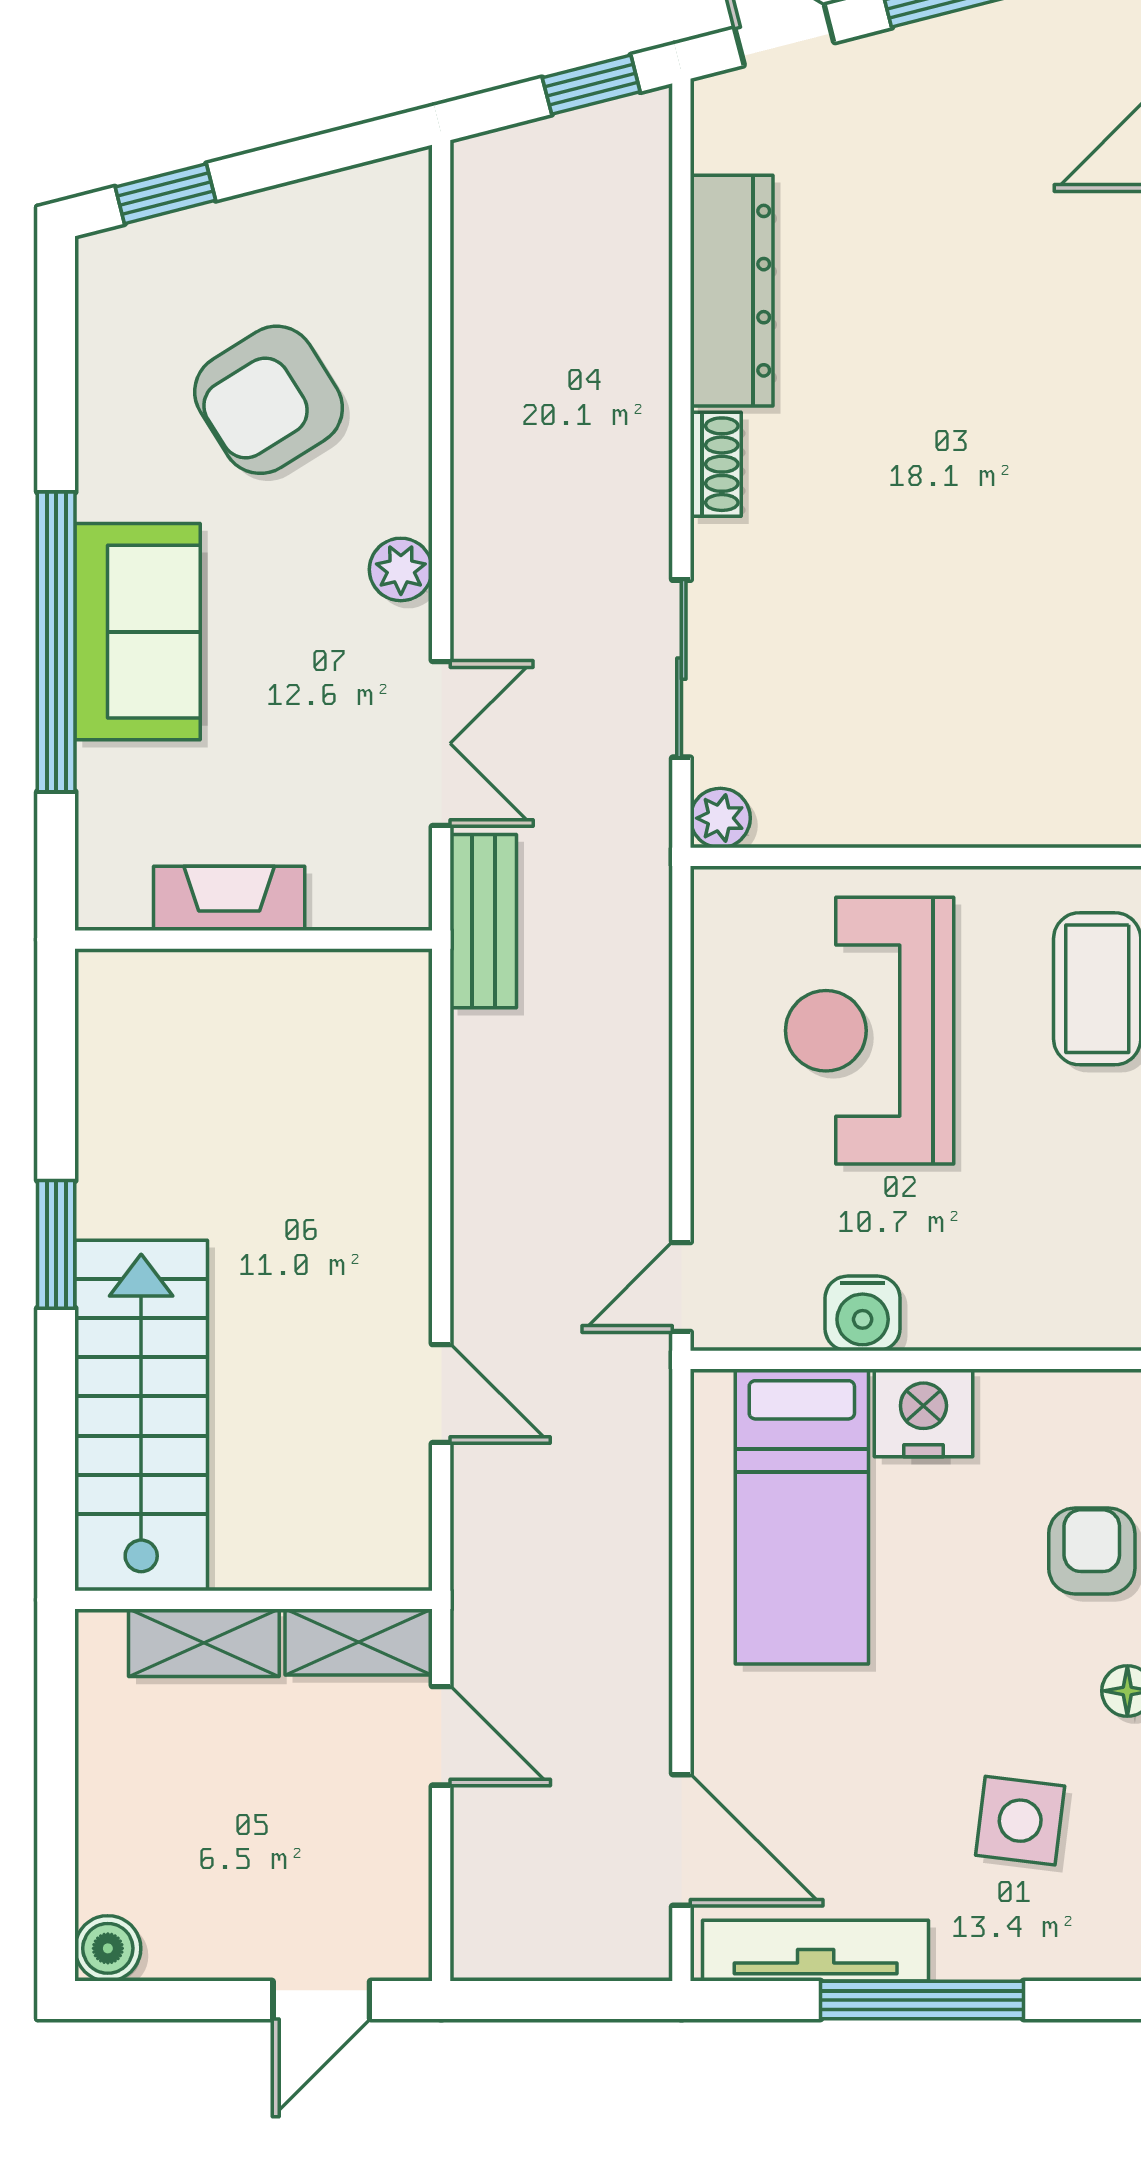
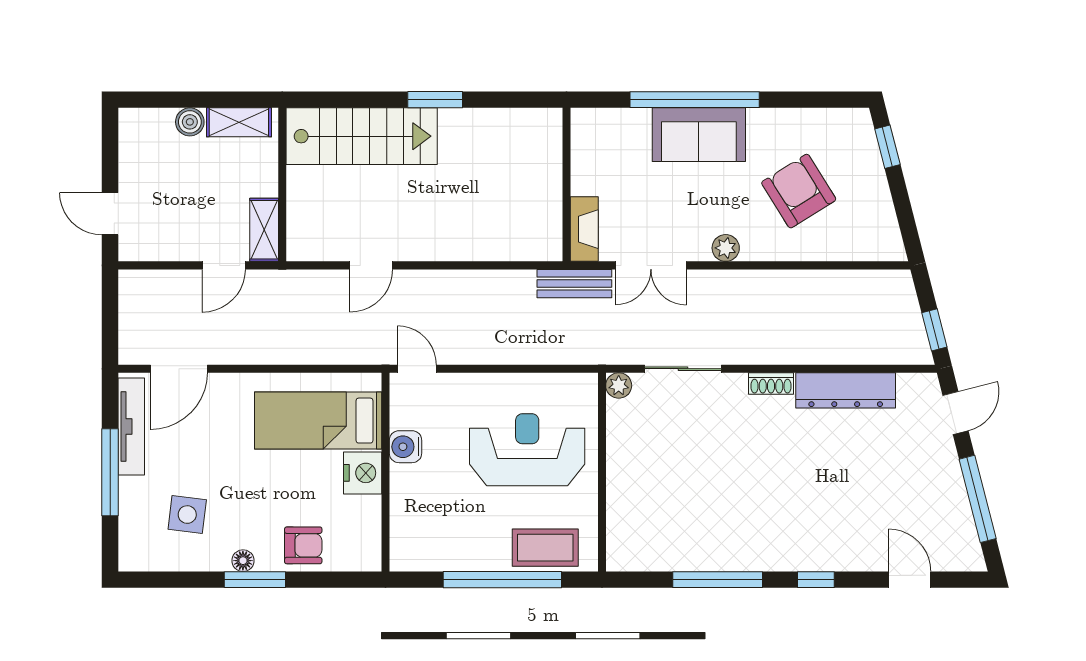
fireplace: (229, 898) -> (584, 229), moved
shelving: (204, 1643) -> (239, 122), moved, turned 90
boiler: (108, 1948) -> (190, 122), moved

